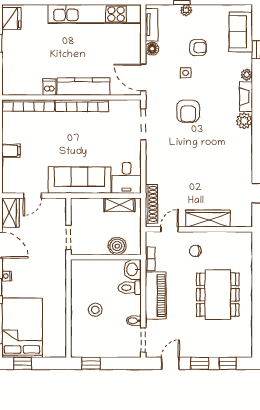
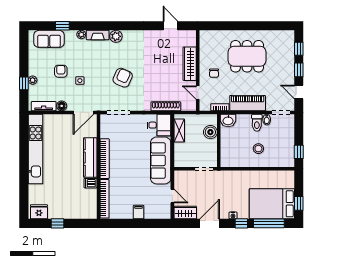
armchair: (188, 111) -> (123, 78), moved, turned -66
shoe rack: (151, 204) -> (166, 106), moved
toilet: (130, 288) -> (257, 123), moved

